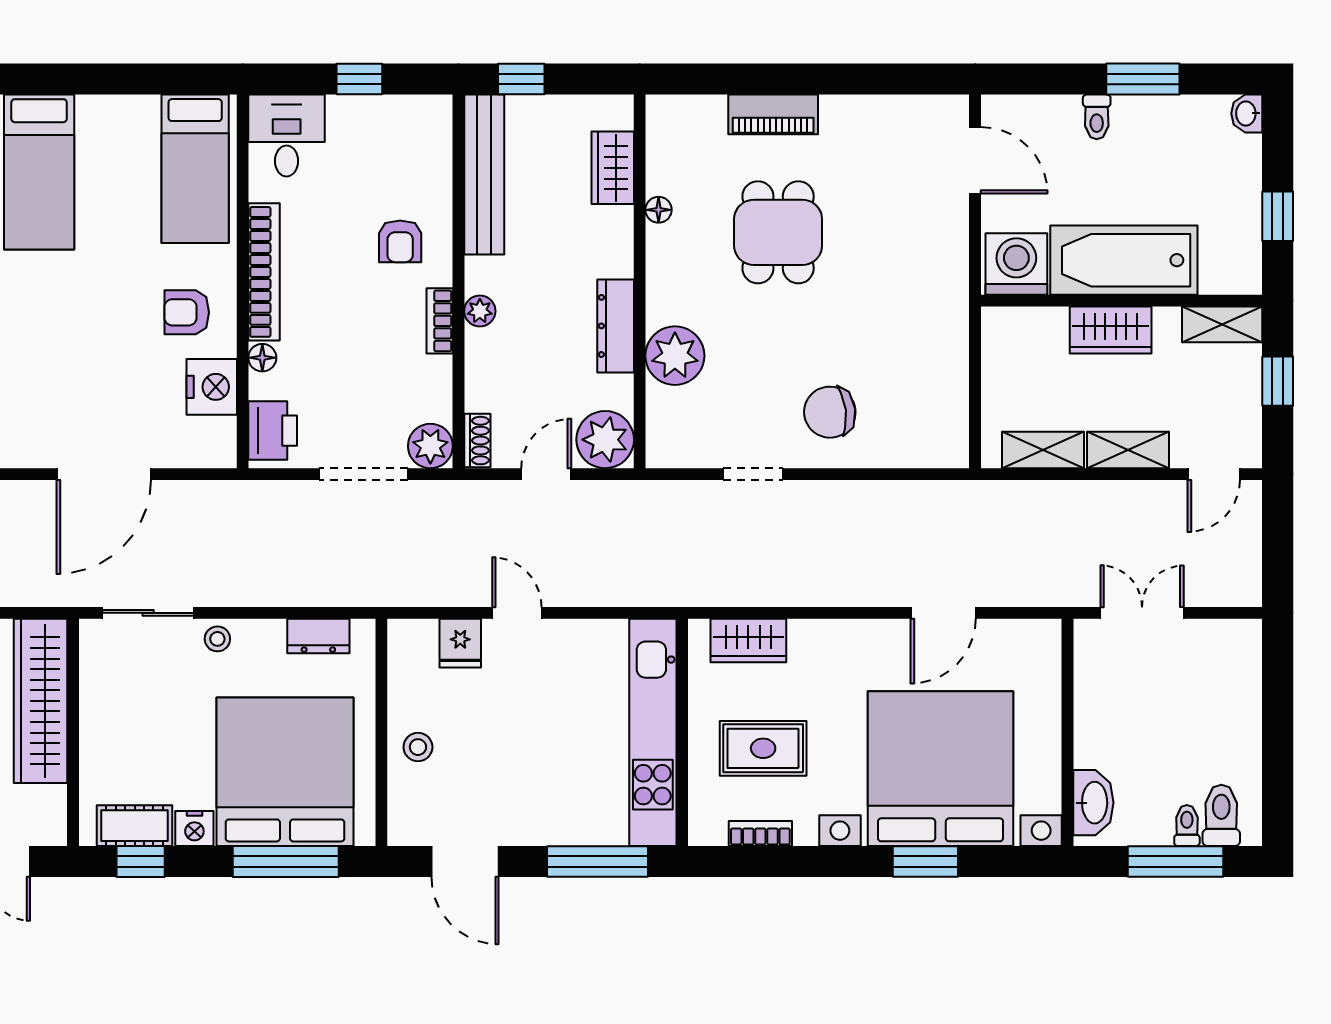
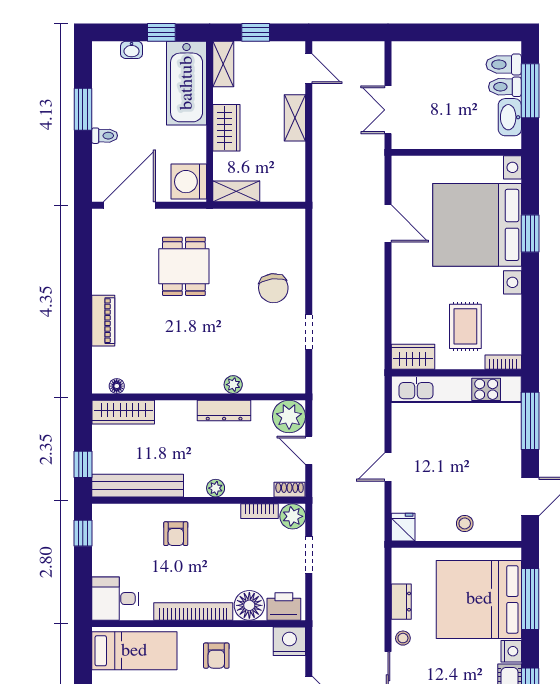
window: (359, 79) -> (83, 533), moved
washbasin: (1247, 113) -> (132, 50), moved
door: (975, 160) -> (129, 205), width x1.36
wardrobe: (613, 168) -> (123, 412), width x1.50
floor lamp: (659, 210) -> (117, 386), moved
dining table: (778, 232) -> (184, 266), moved, turned 90
armchair: (400, 241) -> (176, 534), turned 90
bathtub: (1124, 260) -> (187, 83), moved
bookcase: (440, 321) -> (259, 511), moved
plant: (675, 356) -> (233, 385), width x0.53, depth x0.53
floor lamp: (262, 358) -> (249, 605), width x1.89, depth x1.89
nightstand: (212, 387) -> (289, 641), moved
shelving: (1043, 450) -> (236, 191), moved, turned 90
doorway: (364, 474) -> (309, 555), width x0.73
dresser: (318, 636) -> (401, 602), moved
wardrobe: (748, 641) -> (413, 357), moved, turned -90
fridge: (460, 643) -> (403, 527), moved, turned -90
washbasin: (1093, 803) -> (510, 117), moved, turned -90
toilet: (1187, 825) -> (505, 87), width x1.37, depth x1.39
bookcase: (760, 833) -> (503, 362), moved, turned 90

